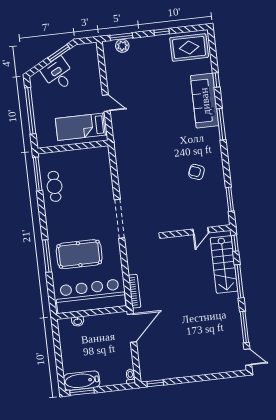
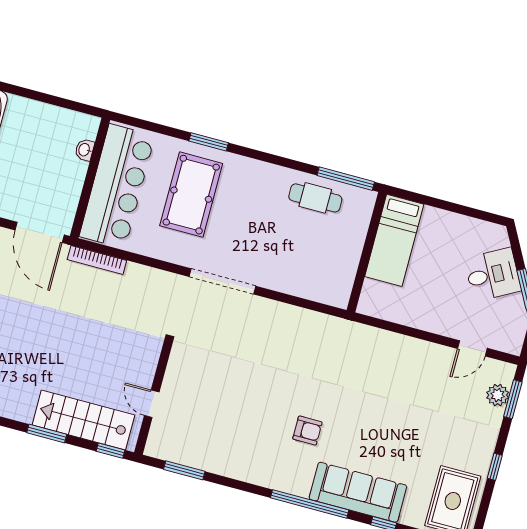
door: (106, 103) -> (472, 348), moved
window: (30, 111) -> (452, 207), removed
window: (221, 124) -> (310, 504), width x1.46
bed: (81, 127) -> (394, 240), moved, turned 180
armchair: (196, 172) -> (307, 431), moved, turned 69
window: (47, 256) -> (209, 142), width x0.69
window: (239, 281) -> (47, 434), width x0.69

